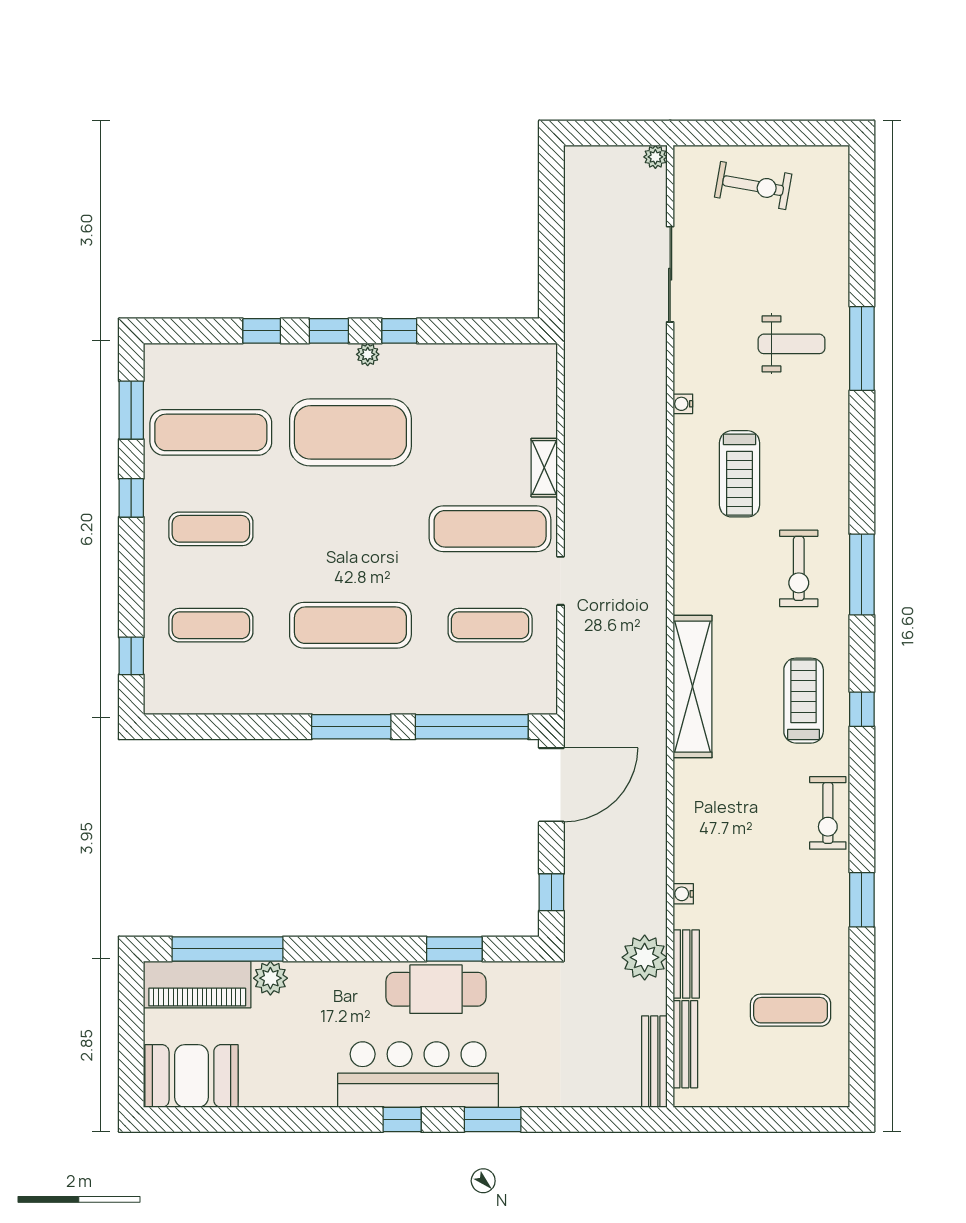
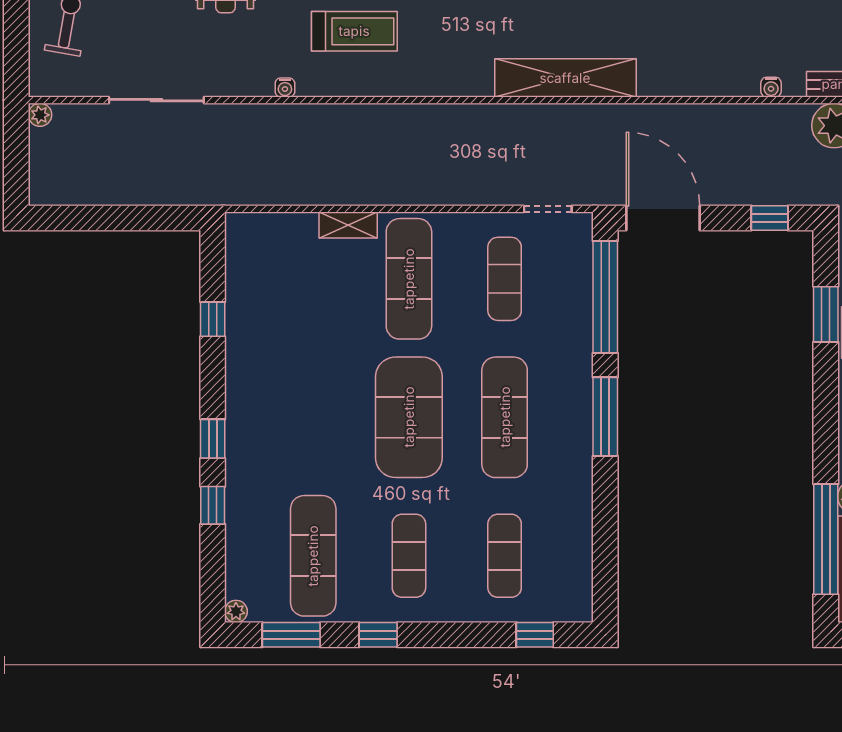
window: (399, 331) -> (213, 319), moved
plant: (368, 354) -> (236, 611), moved
exercise mat: (350, 432) -> (409, 417), moved
doorway: (561, 581) -> (548, 209), moved

